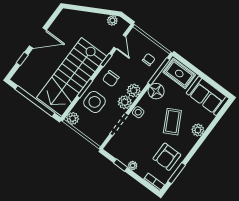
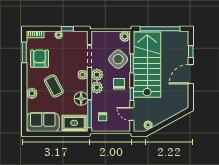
side table: (95, 102) -> (118, 59), turned 45

